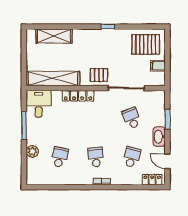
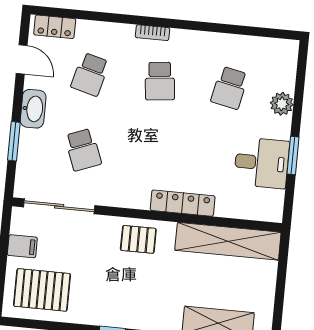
sliding door: (126, 88) -> (59, 206), moved
desk: (39, 104) -> (262, 163), moved, turned -90
window: (24, 126) -> (293, 155), width x0.69

